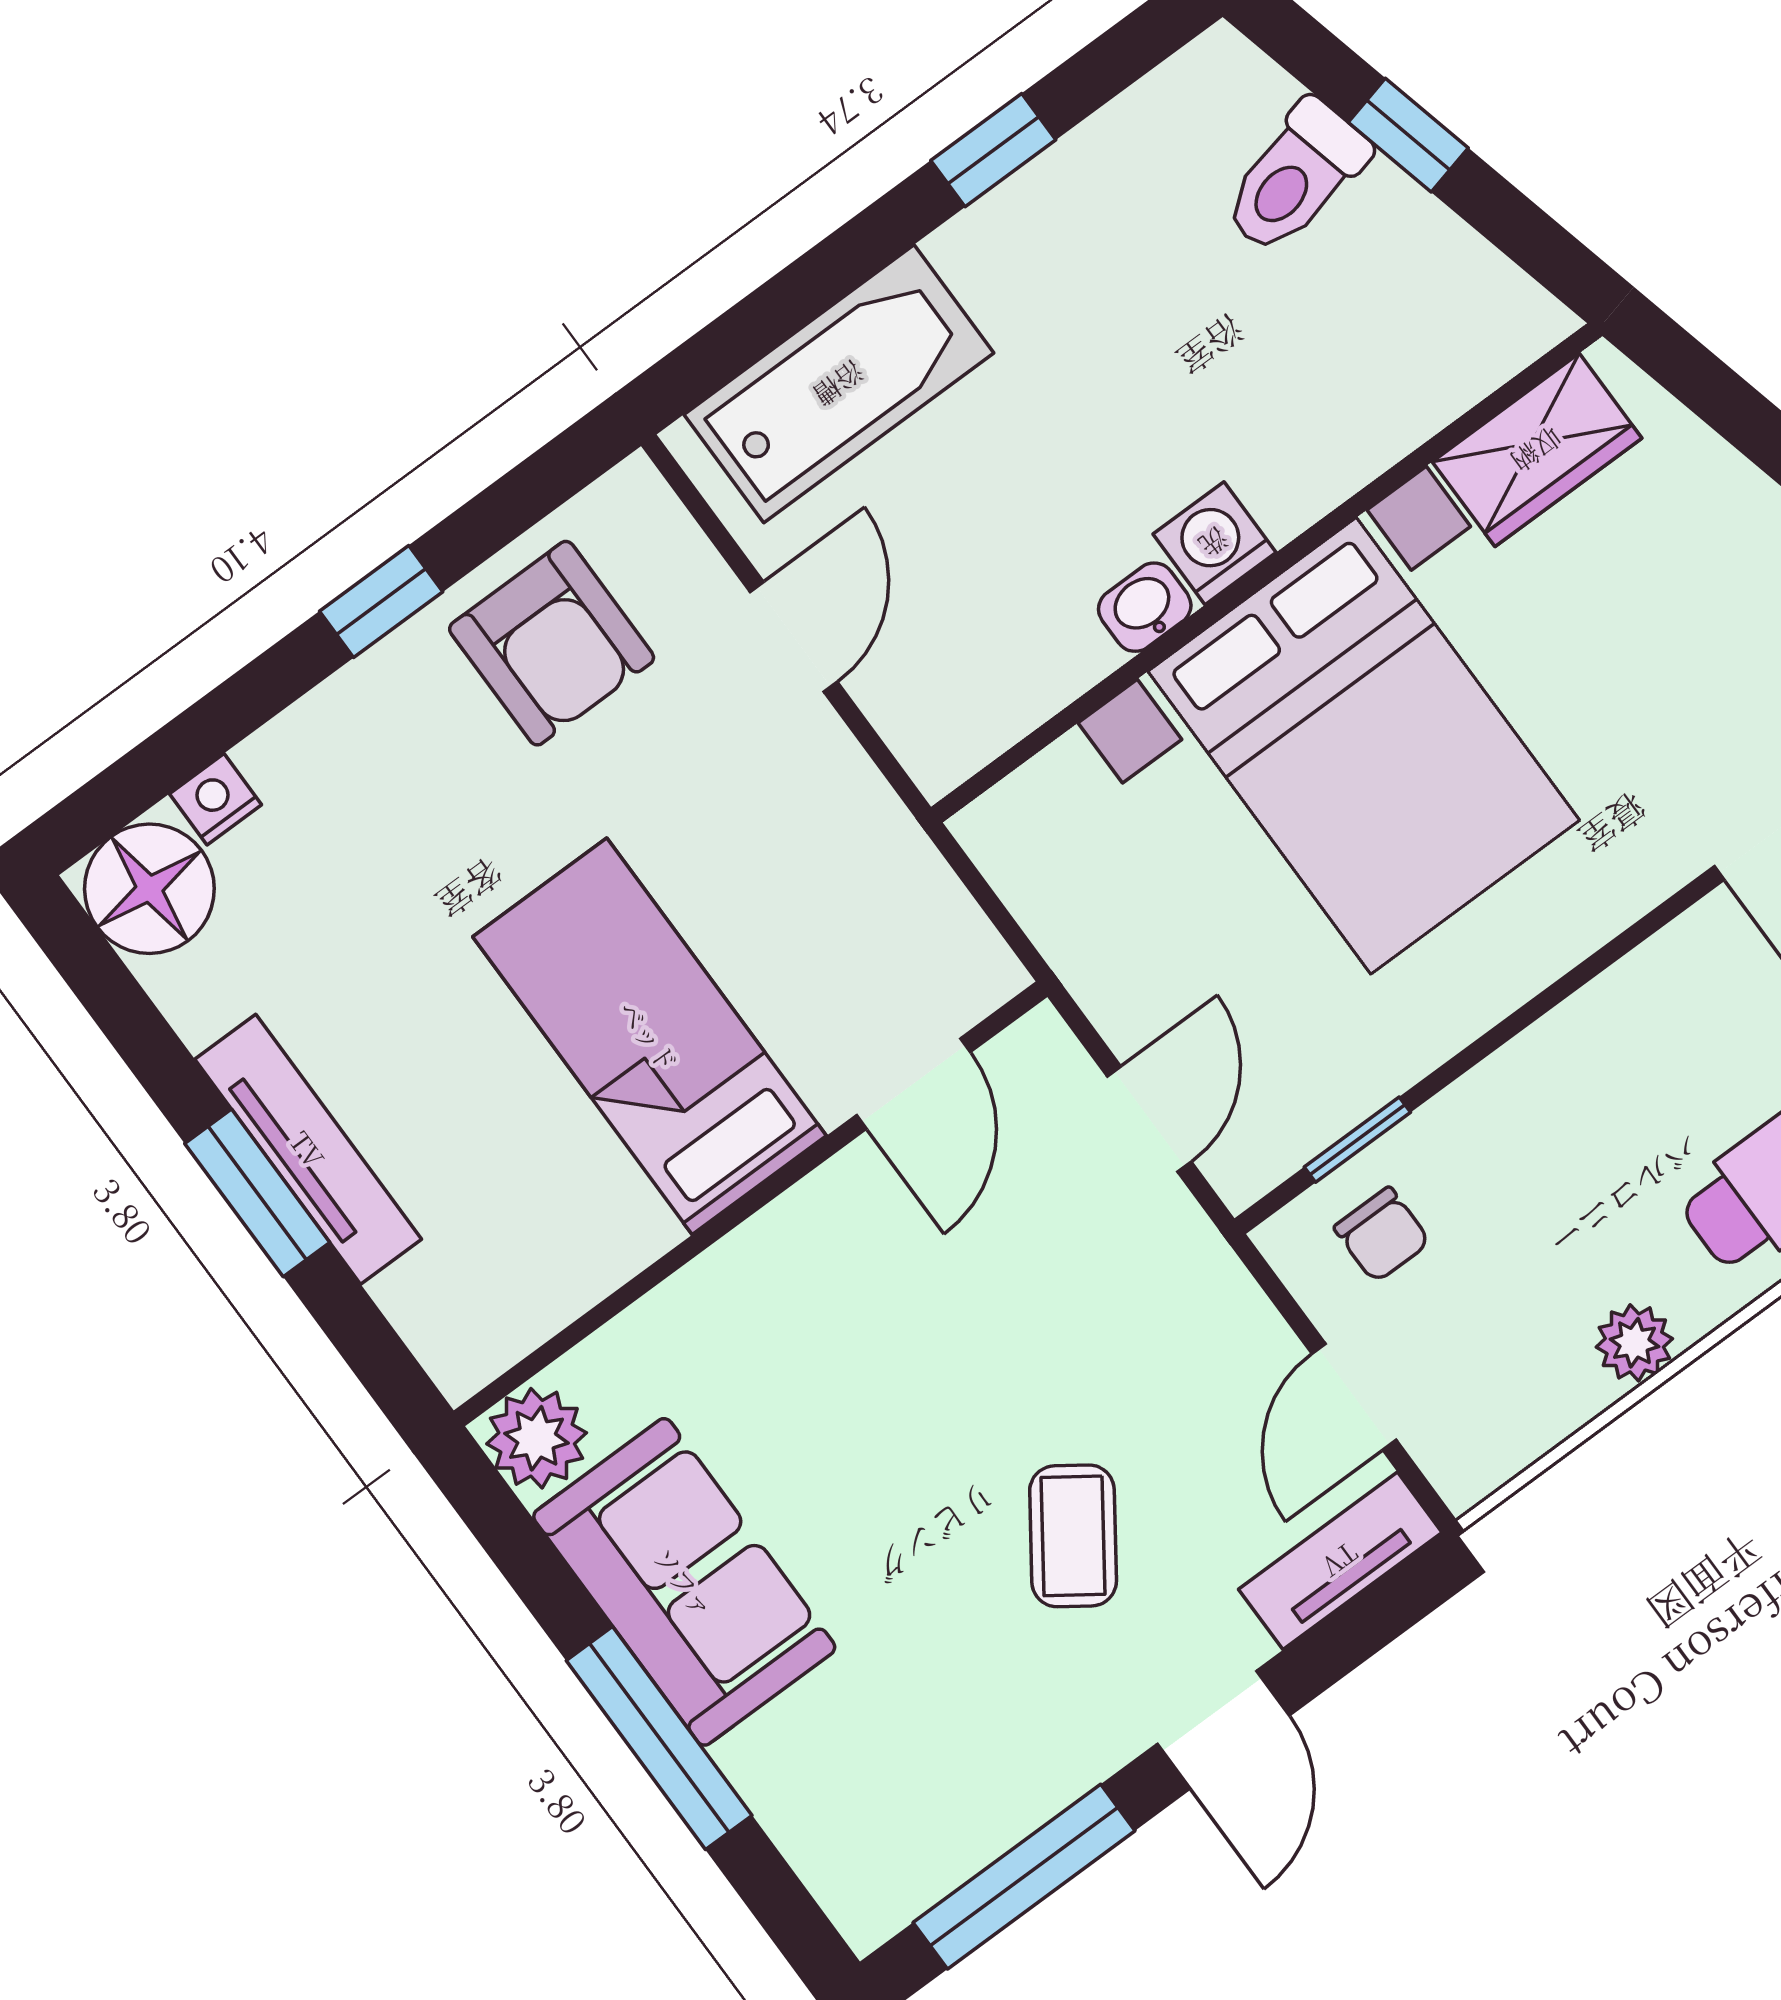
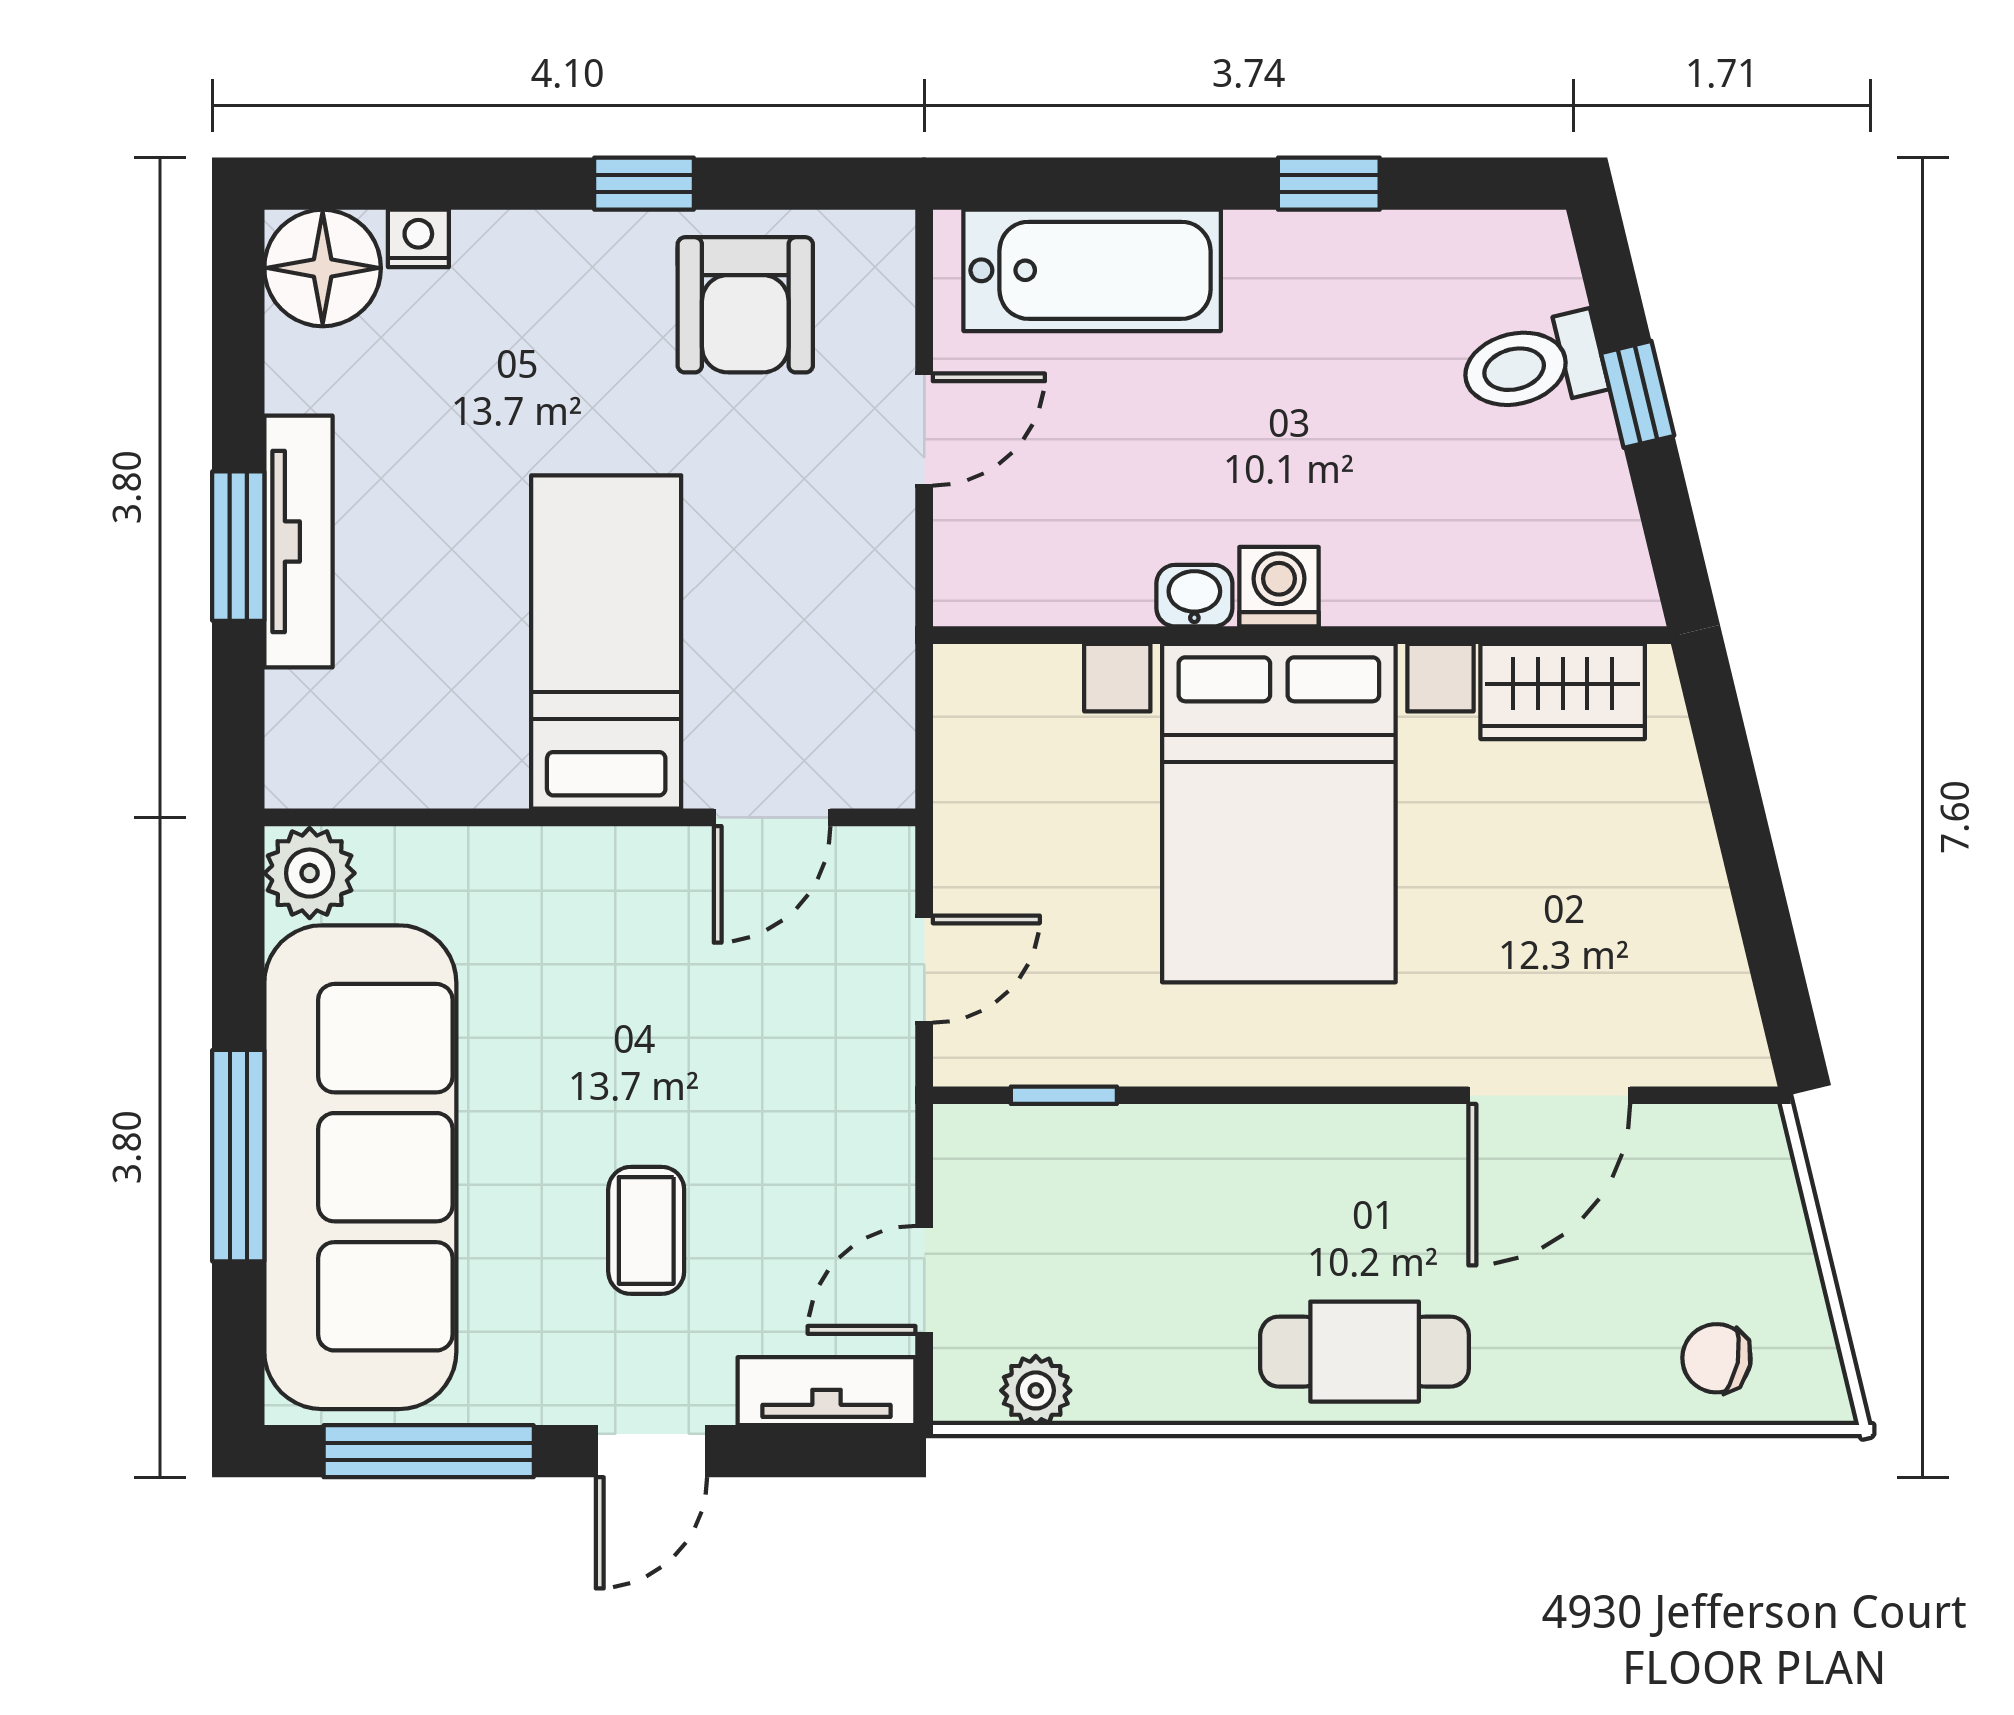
chair: (1382, 1235) -> (1031, 1177), removed
plant: (1634, 1343) -> (1036, 1390), moved
coffee table: (1073, 1536) -> (646, 1230), turned -35
sofa: (684, 1582) -> (360, 1167), width x1.85, depth x1.27

